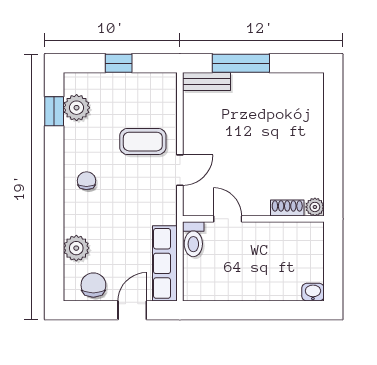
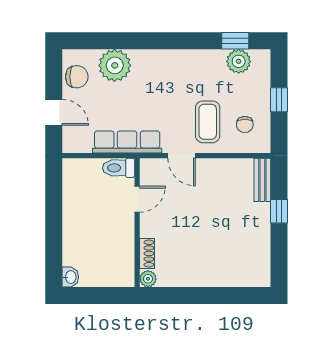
window: (241, 63) -> (279, 211), width x0.46
chair: (86, 181) -> (245, 125), moved, turned 90
plant: (76, 248) -> (115, 65), width x1.36, depth x1.36
row of seats: (165, 263) -> (127, 142), moved

